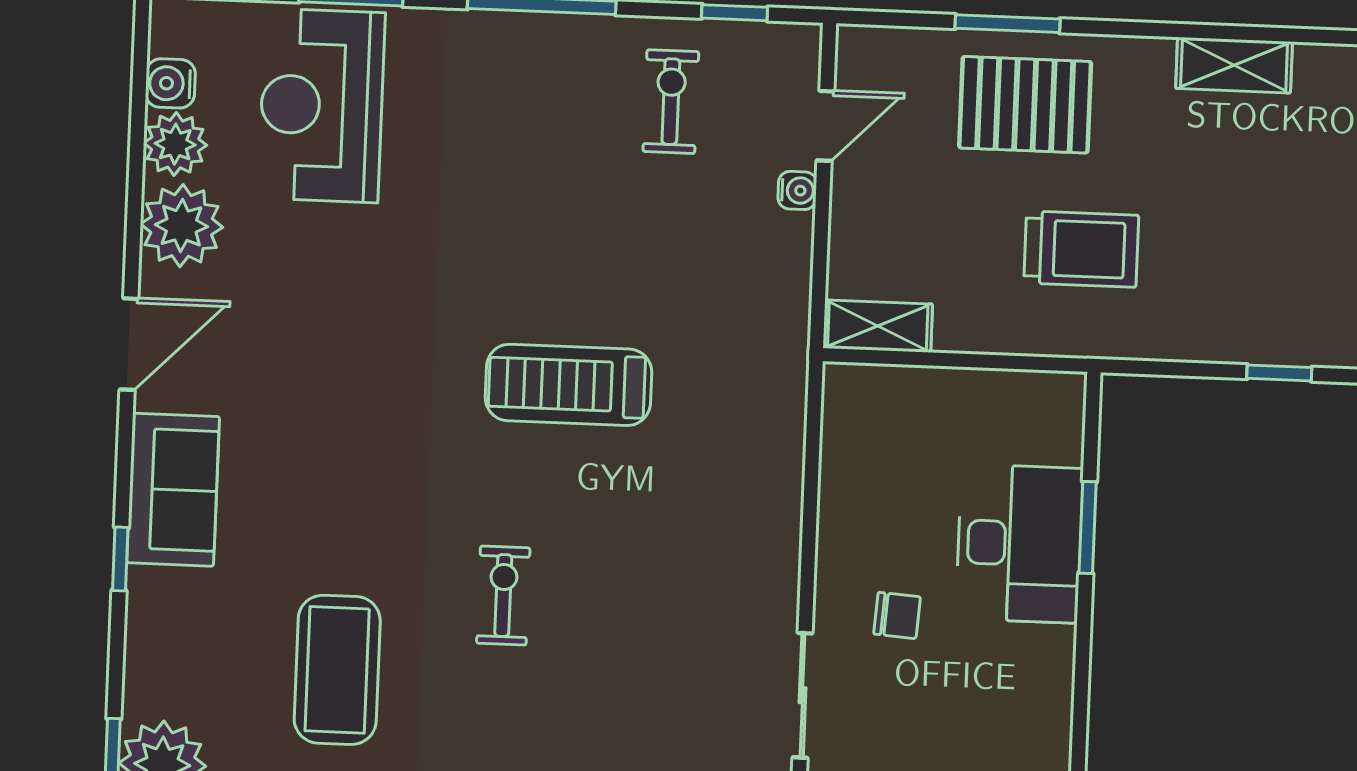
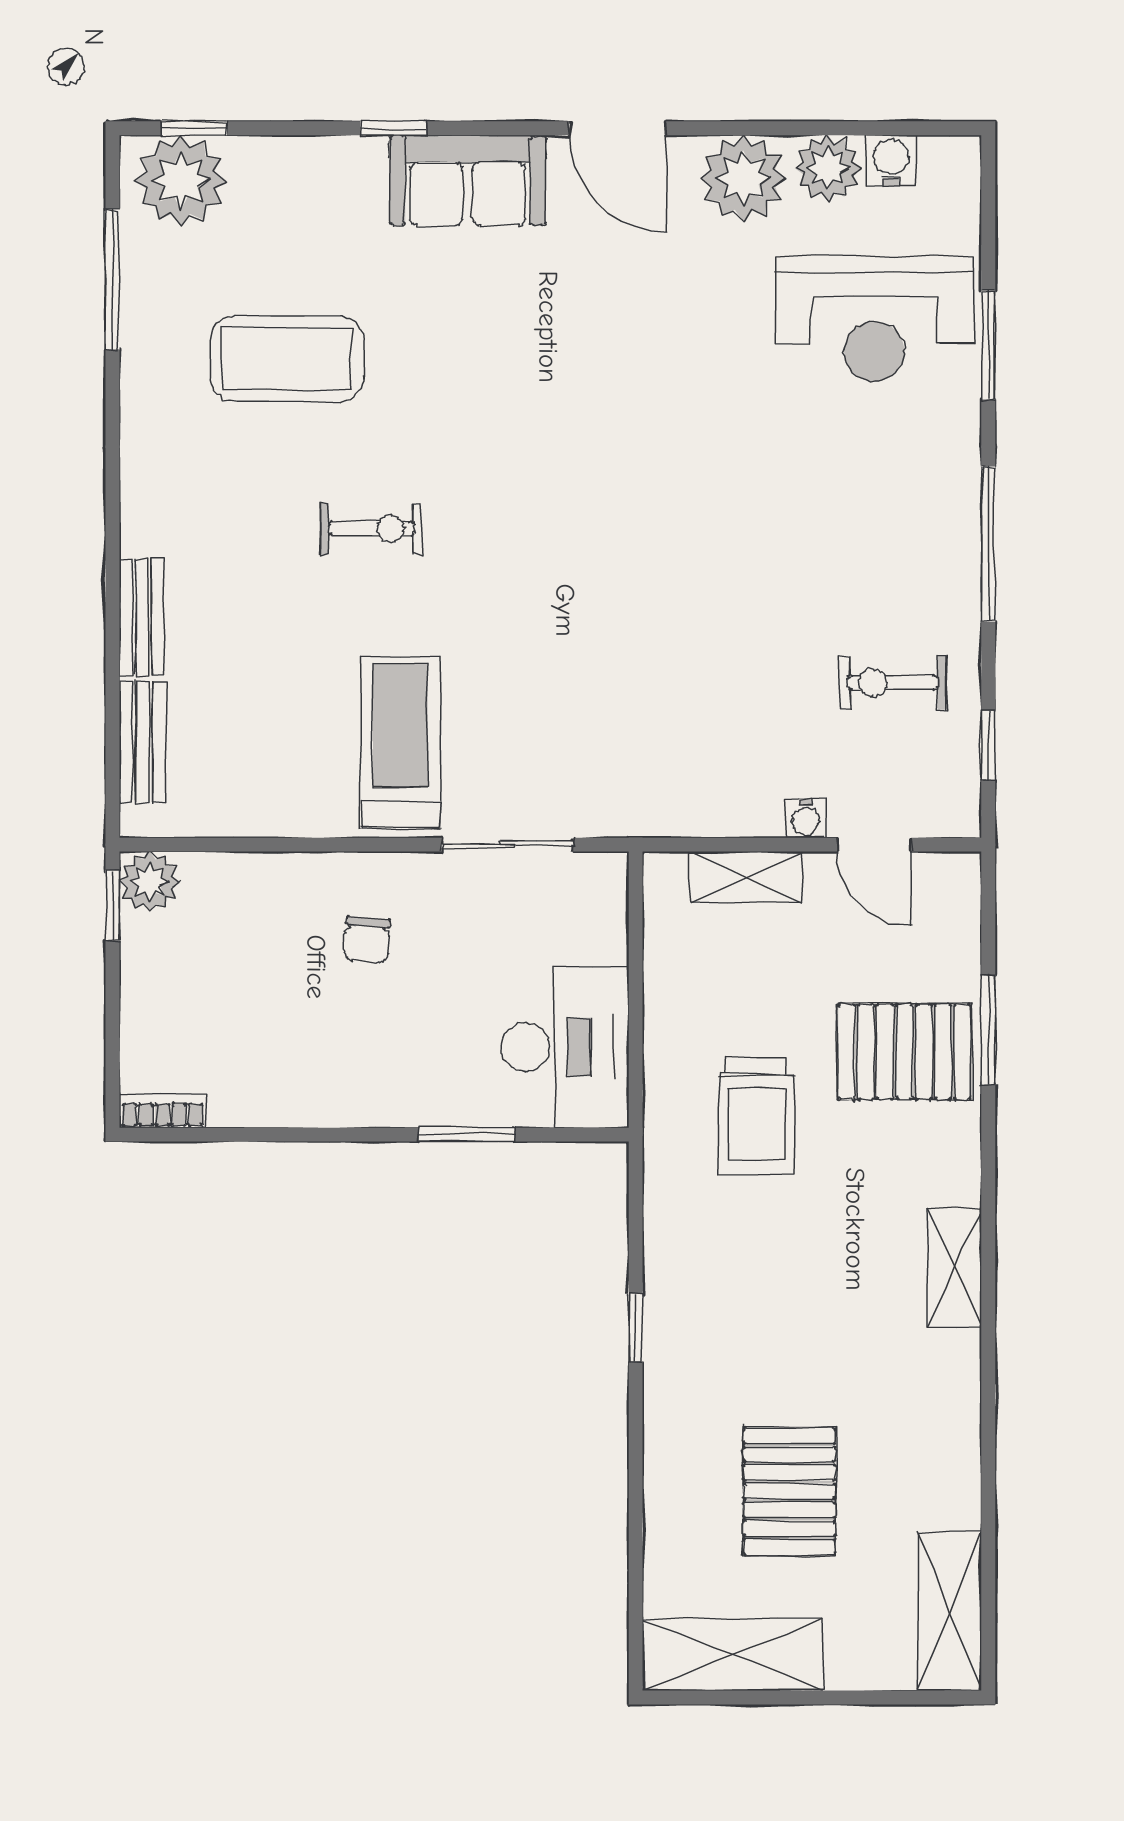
exercise bike: (671, 102) -> (893, 683), turned 180
reception desk: (322, 105) -> (874, 319), turned 180
pallet: (1025, 105) -> (904, 1052), turned 90
shelving: (878, 326) -> (746, 877), moved, turned 90
treadmill: (568, 385) -> (400, 742), moved
desk: (1019, 544) -> (565, 1047), moved, turned -90
sliding door: (803, 695) -> (508, 845), moved

